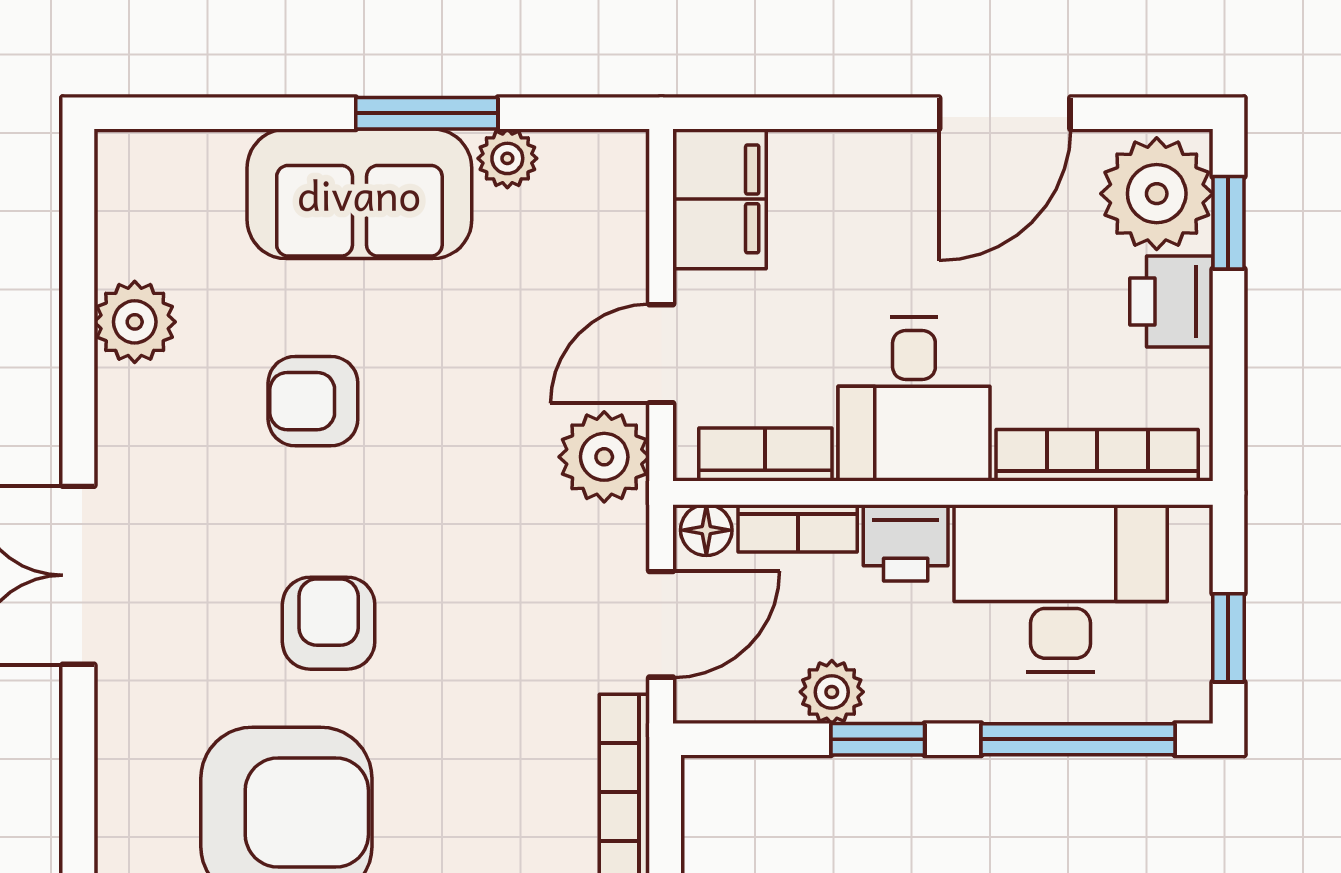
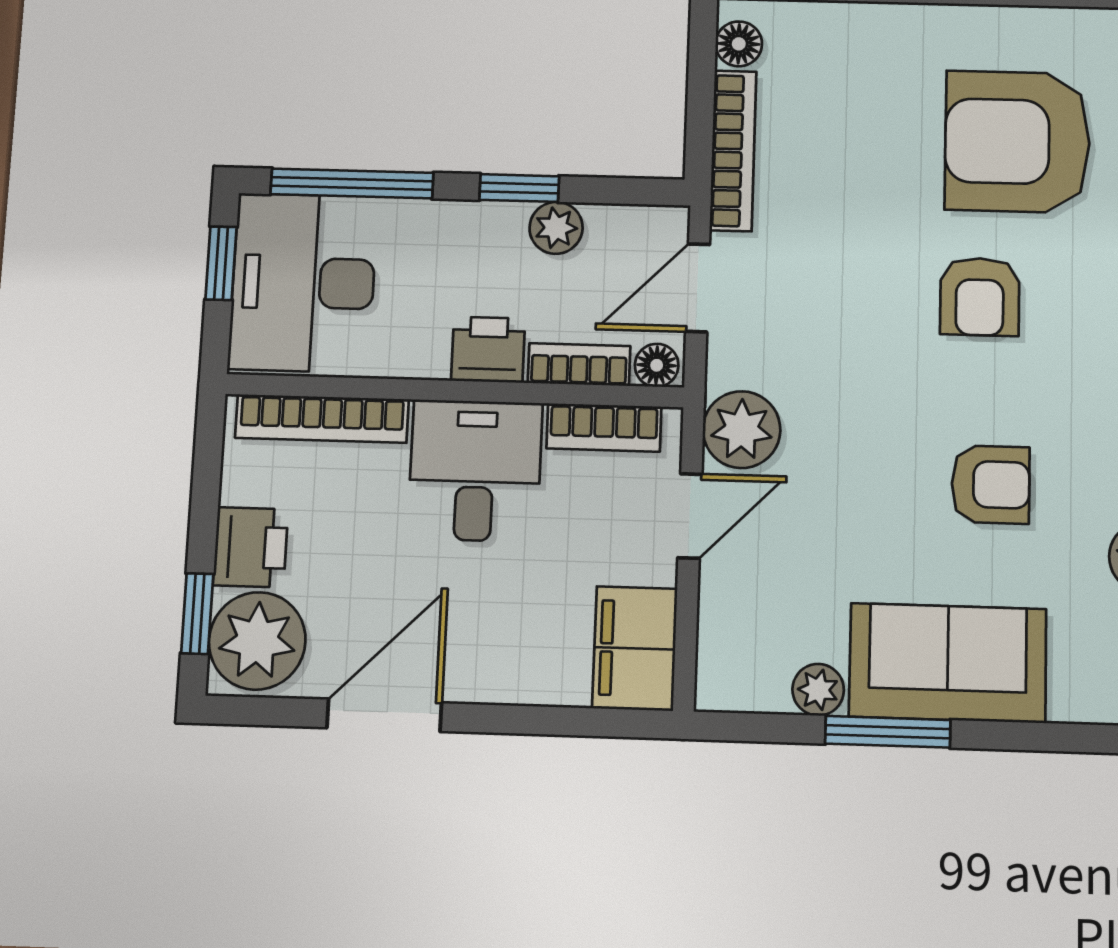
desk: (1061, 588) -> (303, 283), moved, turned 90

